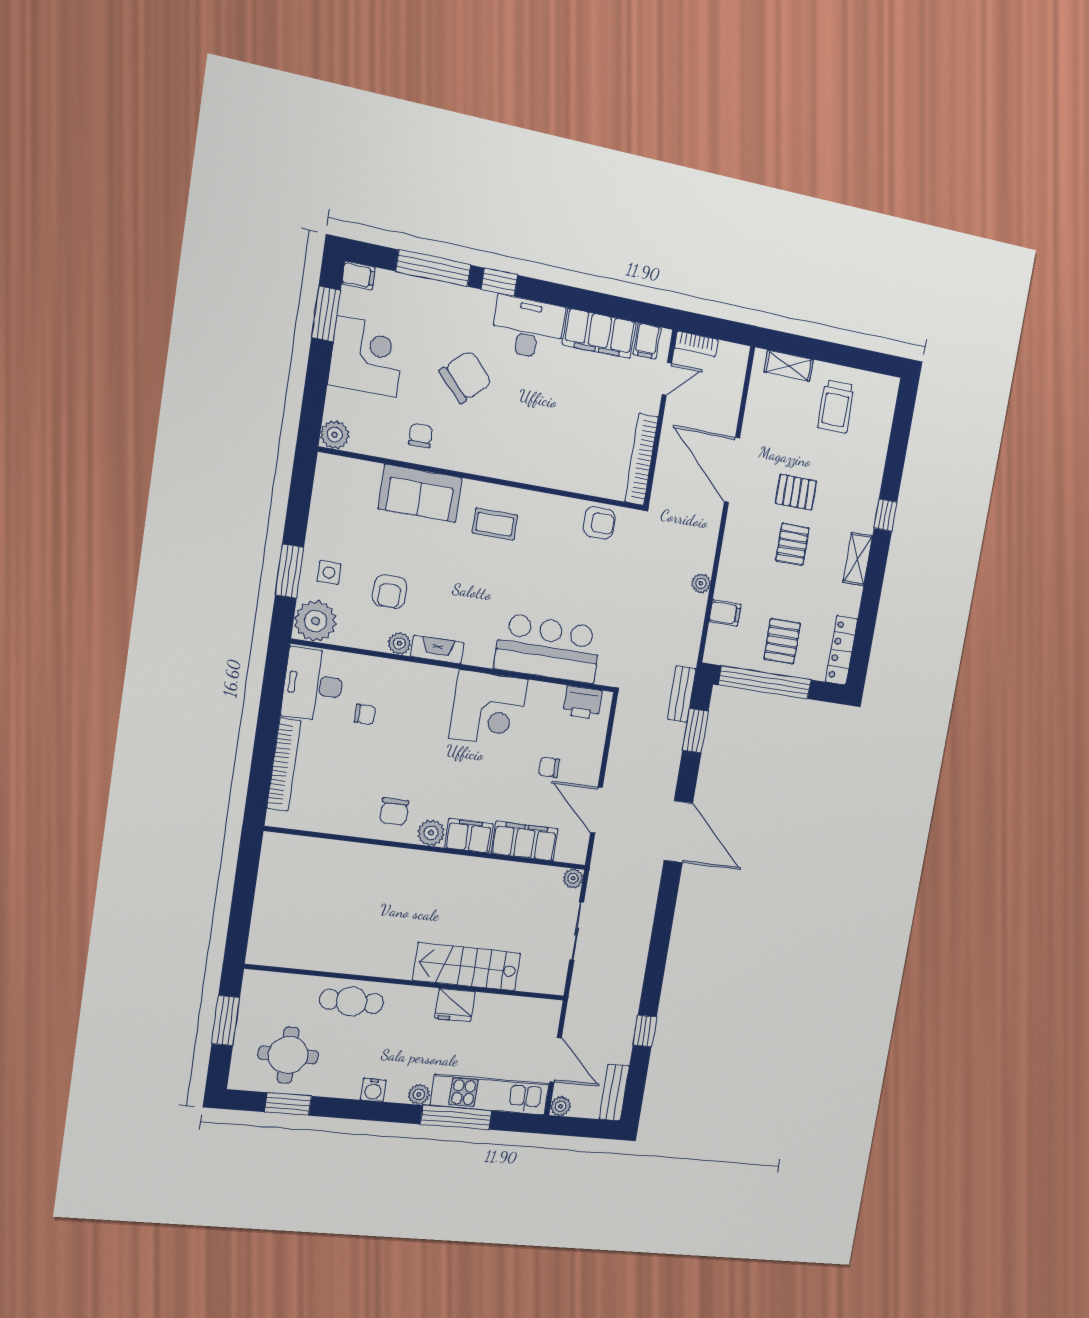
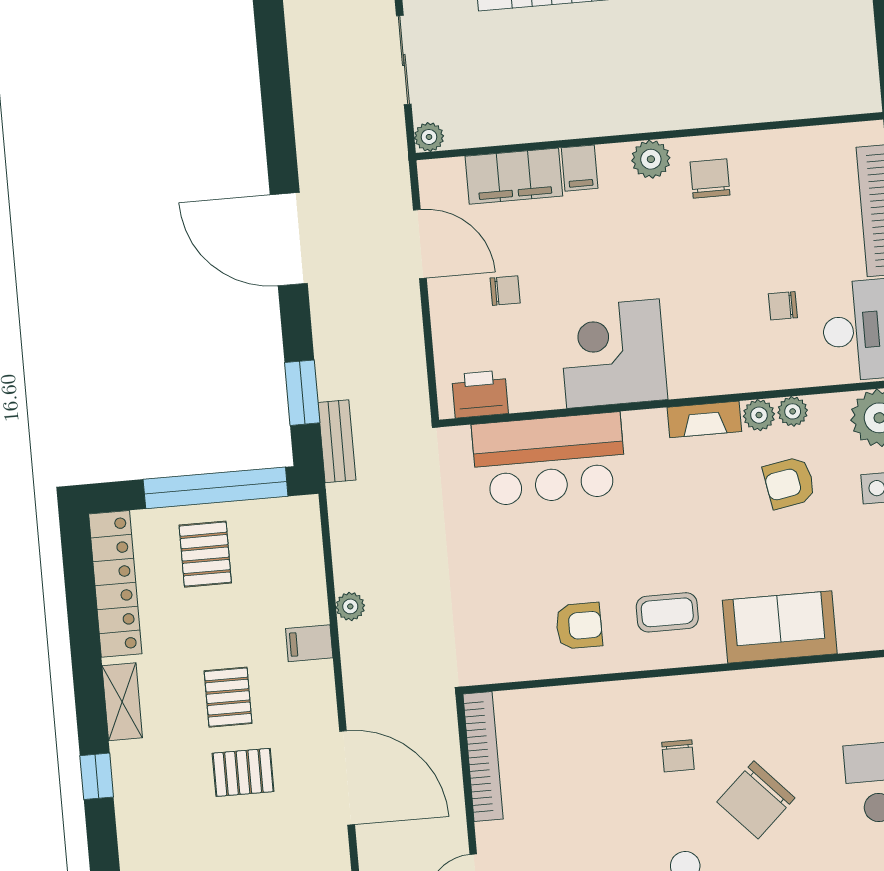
chair: (421, 436) -> (678, 756), moved
armchair: (599, 523) -> (579, 626), moved, turned 180
armchair: (390, 592) -> (789, 483), turned -100
filing cabinet: (725, 613) -> (309, 643), moved
plant: (375, 640) -> (793, 411), added
locker: (841, 650) -> (115, 584), width x1.41, depth x1.21
filing cabinet: (469, 836) -> (580, 168), width x0.50

